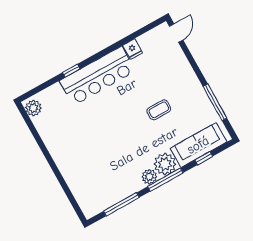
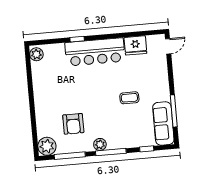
fridge: (133, 49) -> (135, 45), width x1.88, depth x1.34
sofa: (198, 145) -> (163, 123), moved, turned -90
plant: (165, 164) -> (47, 146), moved
armchair: (109, 167) -> (73, 124), added

